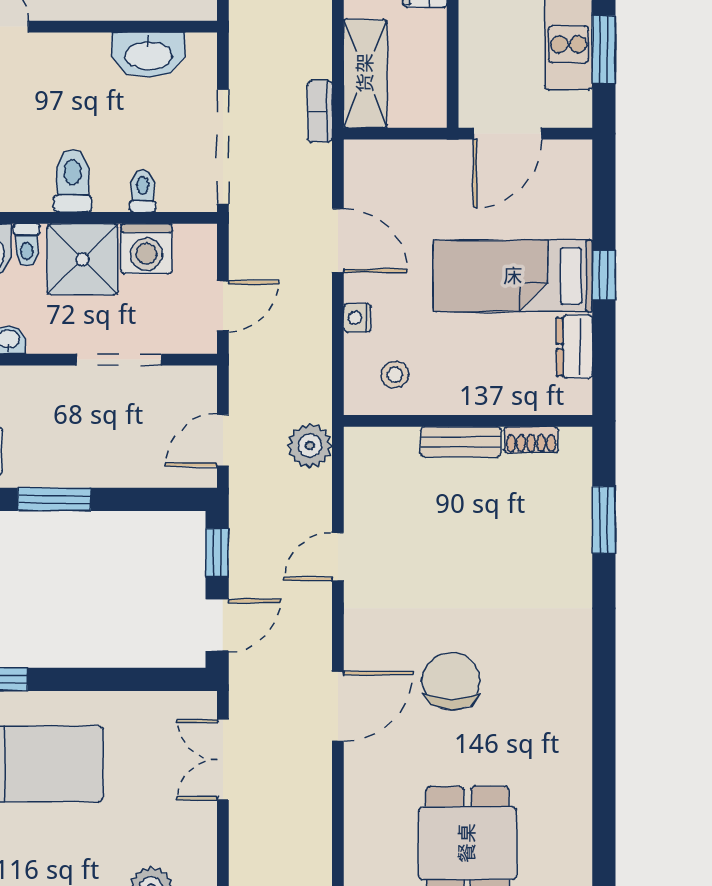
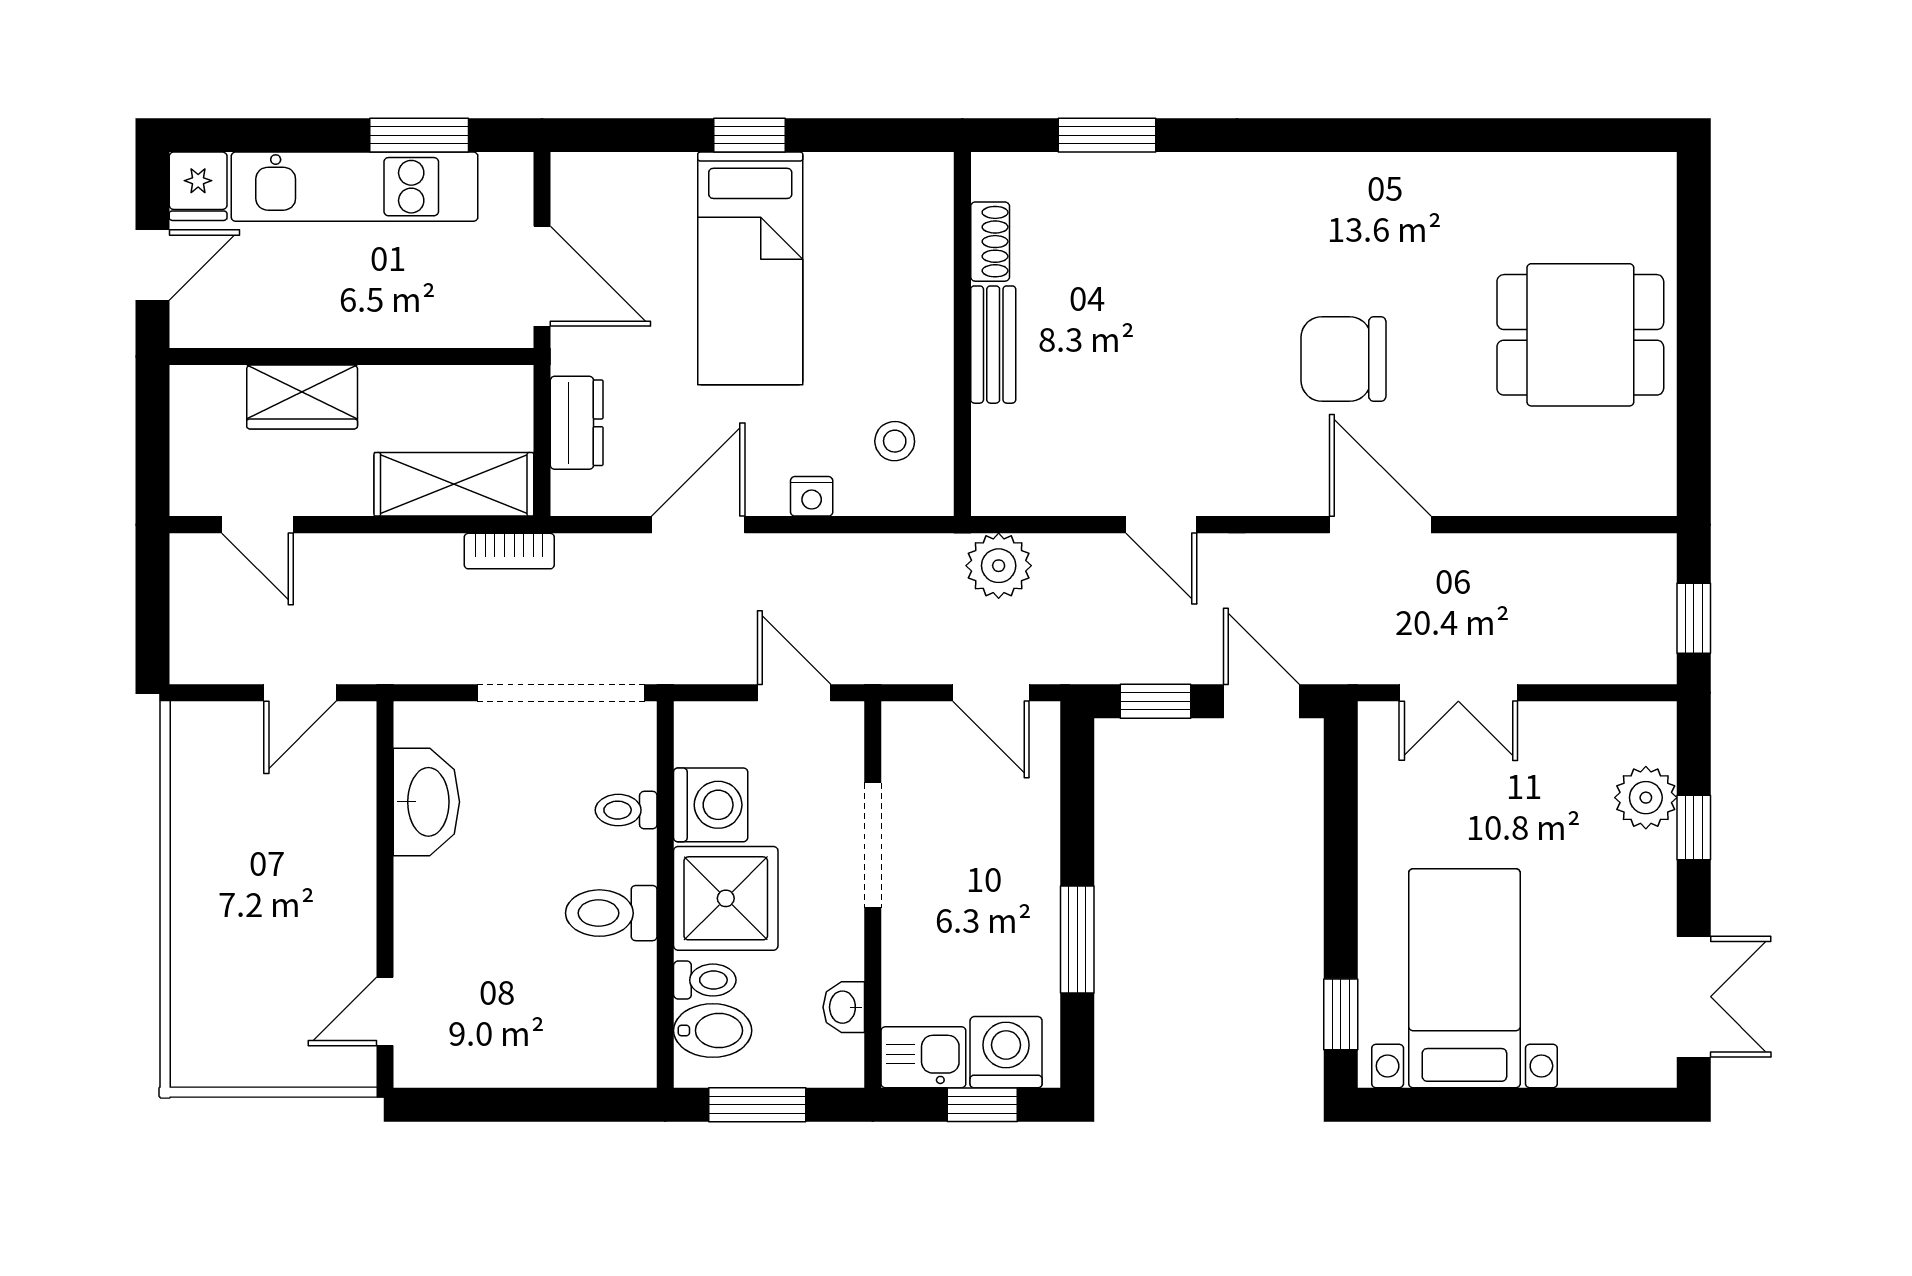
dresser: (574, 347) -> (577, 423), moved, turned -90

